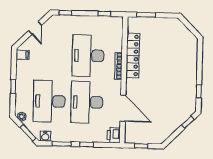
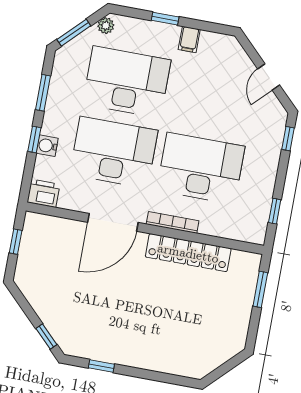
door: (35, 28) -> (269, 77), hinge flipped
filing cabinet: (22, 55) -> (189, 39), moved
door: (123, 108) -> (113, 222), moved
water cooler: (45, 136) -> (47, 146), moved

